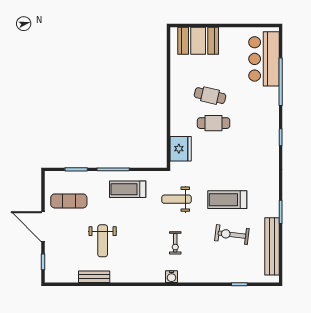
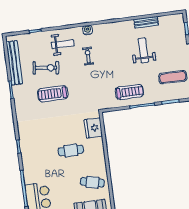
cafe table: (210, 96) -> (92, 182), moved
weight bench: (177, 199) -> (63, 44), moved
treadmill: (227, 200) -> (53, 94), turned 180

